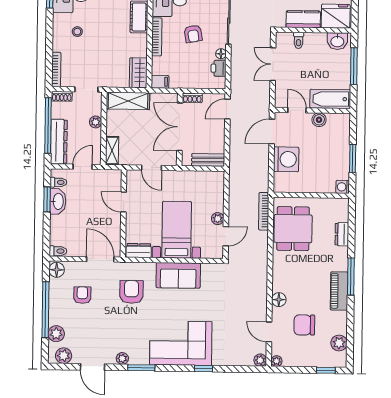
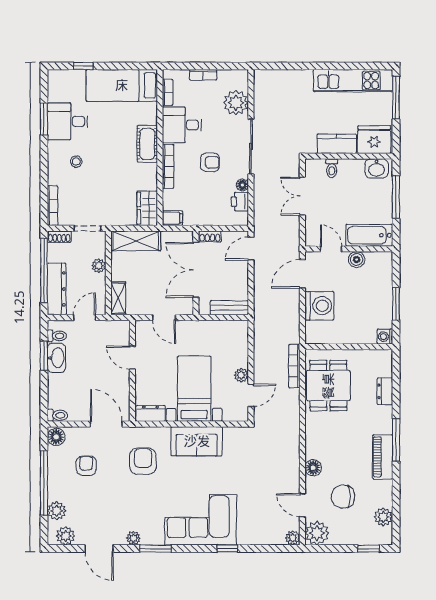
armchair: (193, 34) -> (210, 162), turned -80
plant: (276, 361) -> (317, 533), width x1.87, depth x1.87

